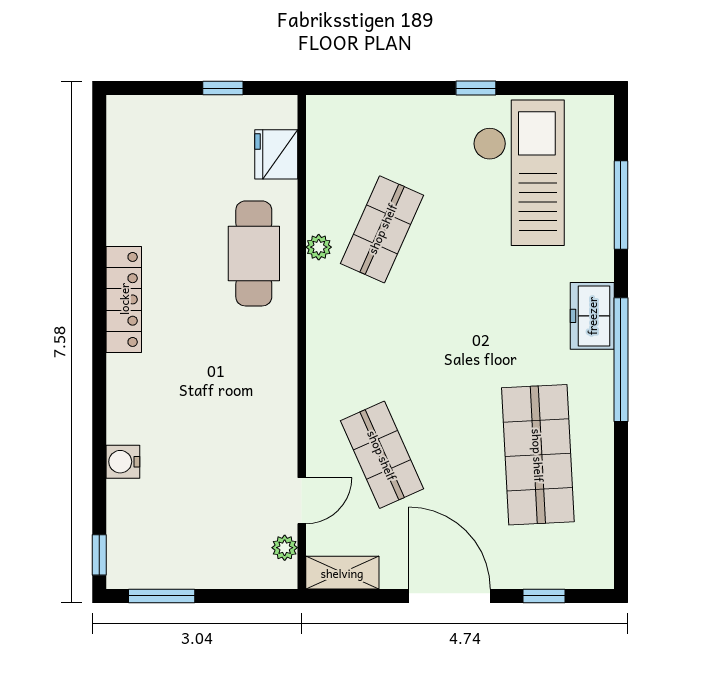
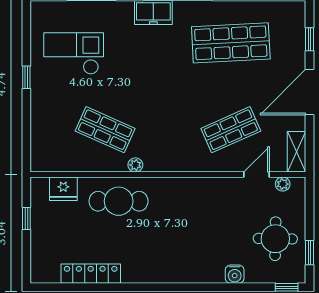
checkout: (519, 173) -> (74, 53), width x0.73, depth x0.83
plant: (319, 247) -> (135, 165), moved
locker: (124, 299) -> (91, 274), moved
door: (302, 501) -> (256, 175), hinge flipped
round table: (187, 535) -> (275, 239), added
window: (162, 596) -> (310, 253), width x0.67

